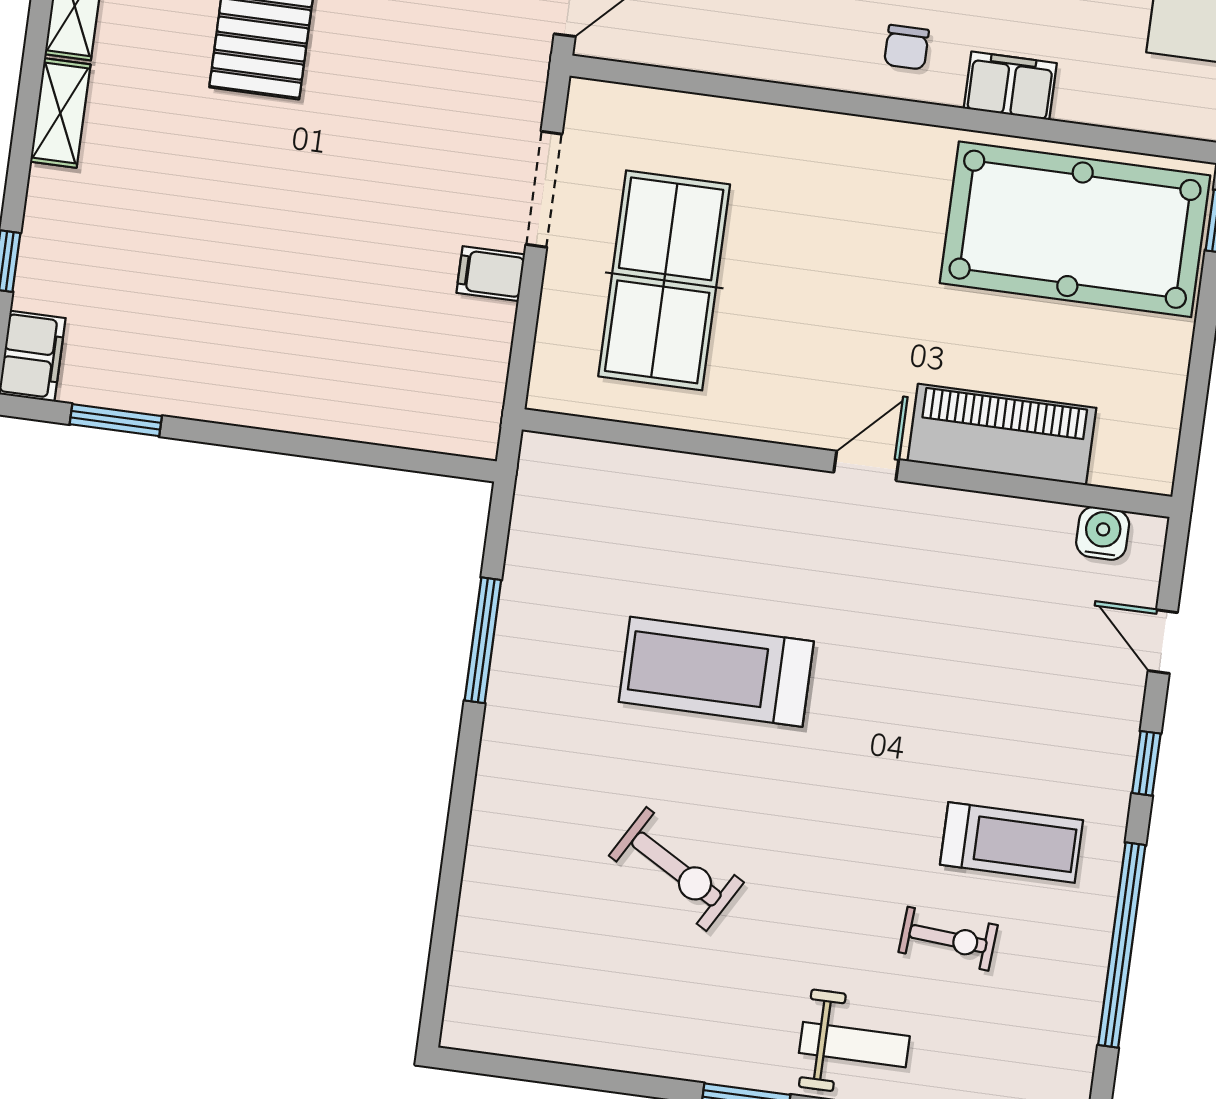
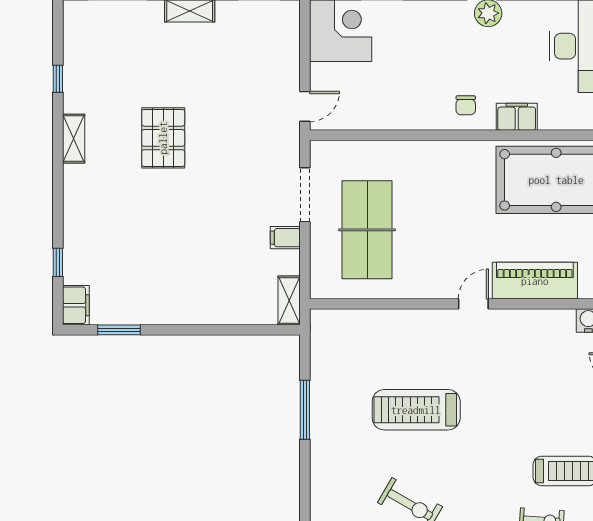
shelving: (60, 113) -> (289, 301), moved

